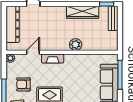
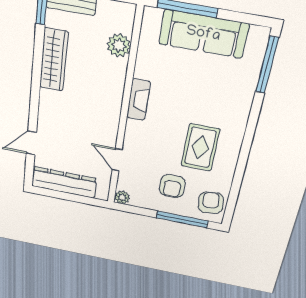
plant: (76, 45) -> (119, 45), moved
fireplace: (53, 58) -> (138, 100), moved

